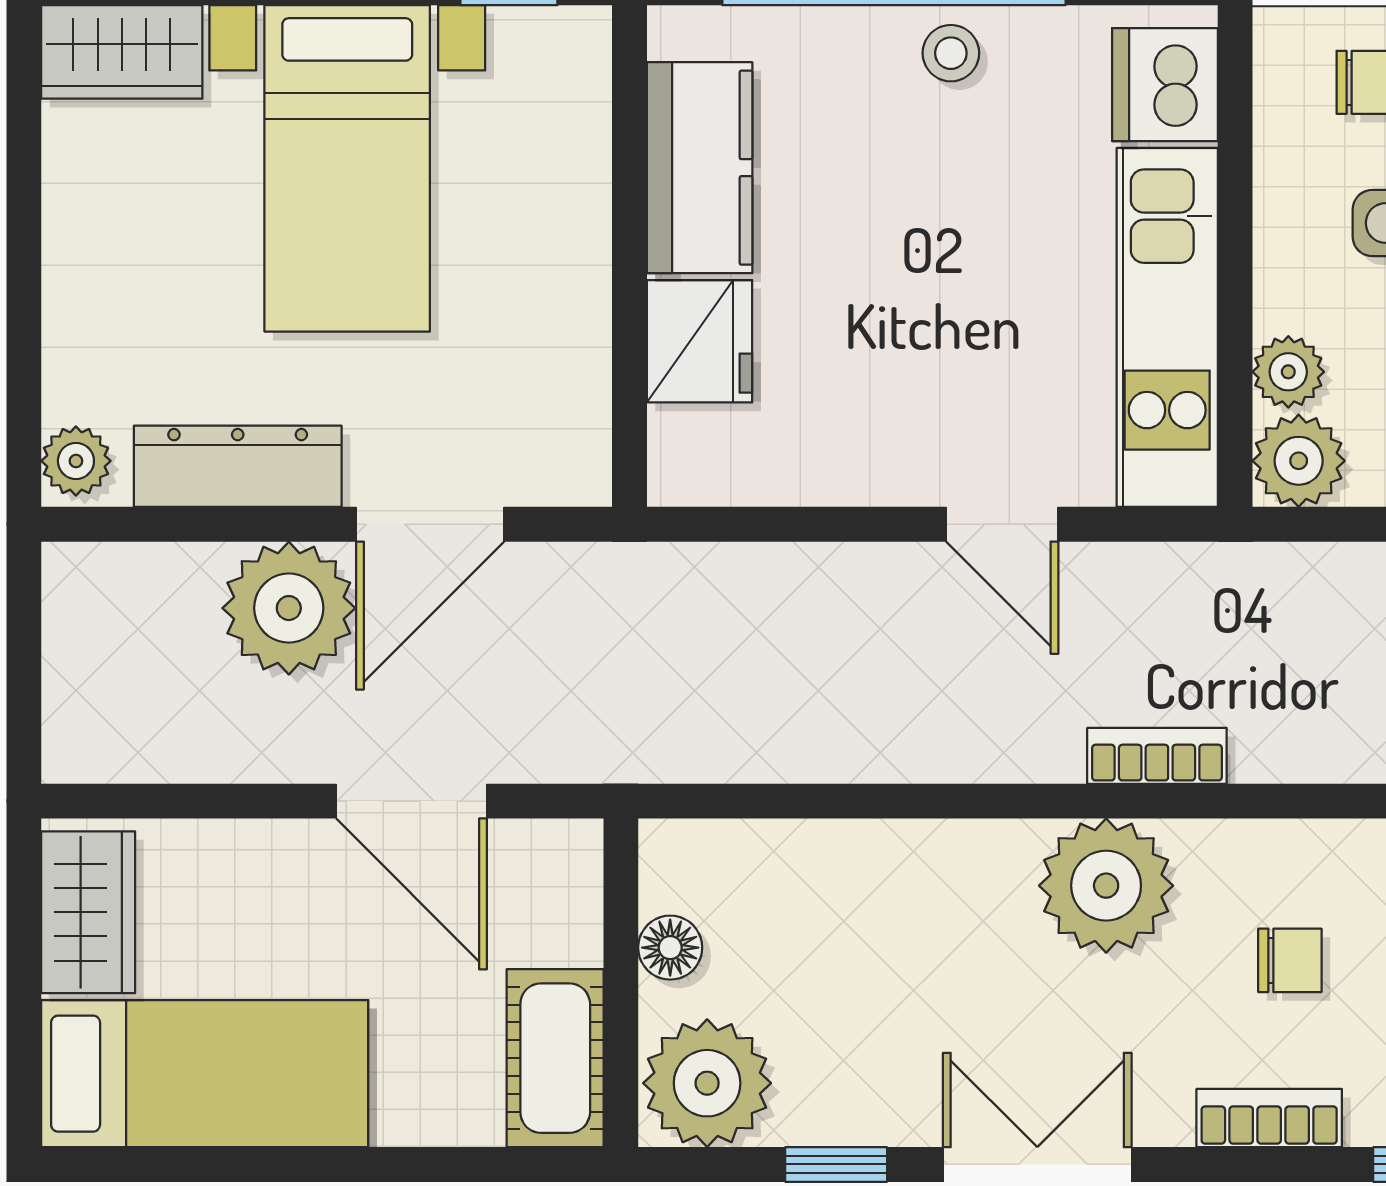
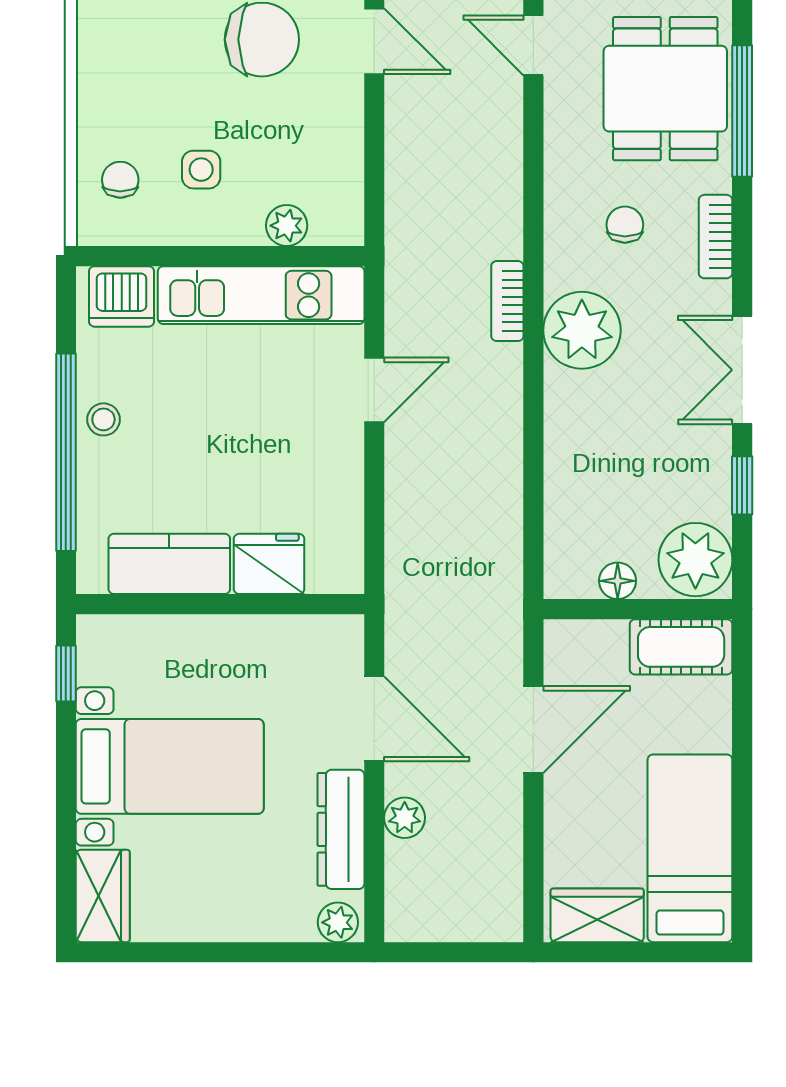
plant: (1299, 461) -> (338, 220), removed
plant: (289, 608) -> (405, 818), width x0.53, depth x0.53

